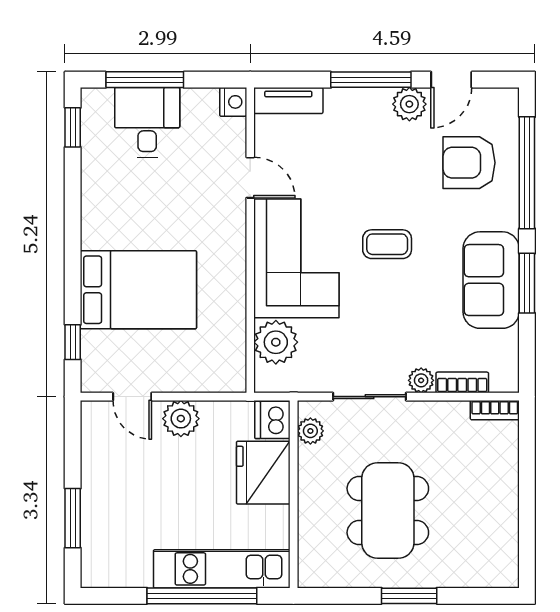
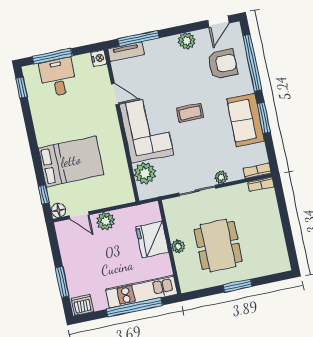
window: (371, 80) -> (138, 38), moved
door: (451, 80) -> (218, 22), moved
armchair: (469, 163) -> (222, 64), turned 180
floor lamp: (94, 379) -> (58, 210), added
bookcase: (462, 382) -> (257, 171), moved
dishwasher: (272, 420) -> (82, 305), moved, turned 90
plant: (310, 431) -> (178, 246), moved

